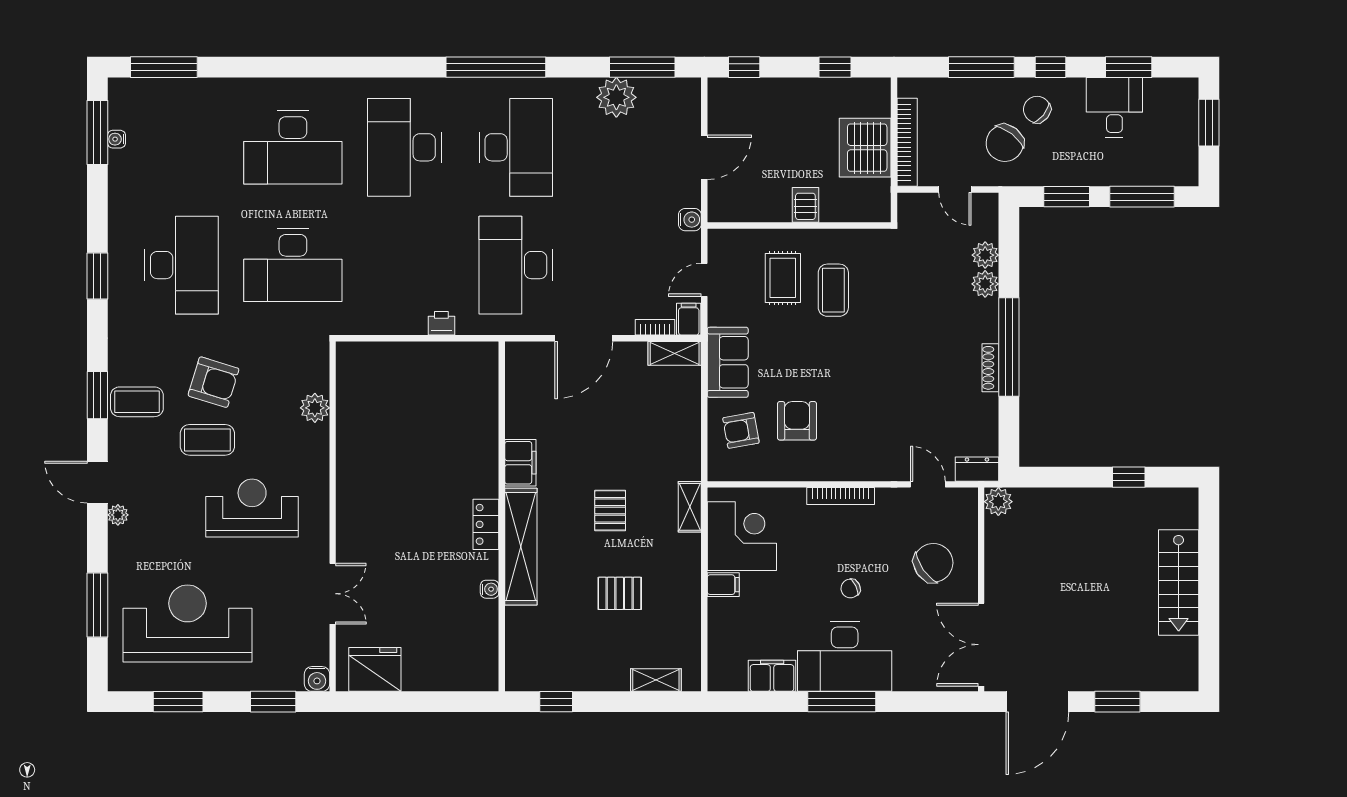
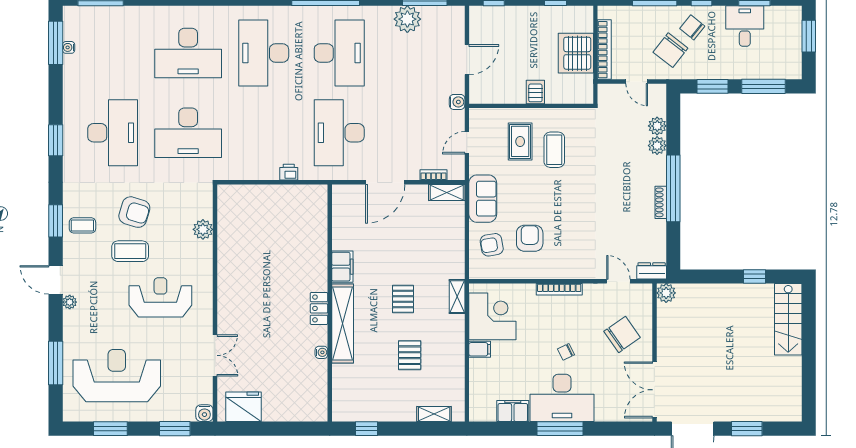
filing cabinet: (689, 319) -> (456, 169), removed
coffee table: (137, 402) -> (82, 225), width x0.73, depth x0.77
stairs: (1179, 582) -> (788, 319), moved
pallet: (620, 593) -> (410, 355), turned 90

